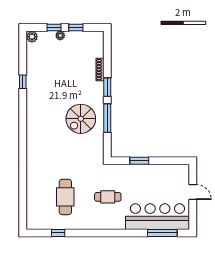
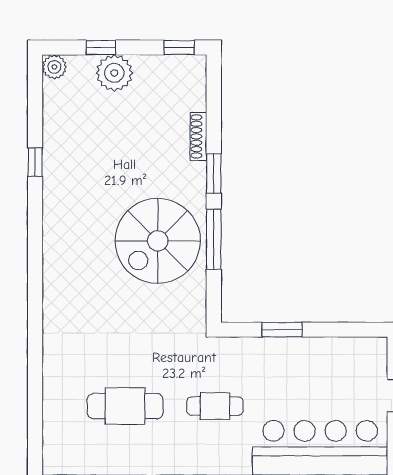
window: (76, 28) -> (179, 48), moved
plant: (60, 35) -> (114, 73), width x1.87, depth x1.87
spiral stairs: (81, 119) -> (158, 241), width x1.37, depth x1.37
cafe table: (65, 197) -> (125, 406), turned 90

